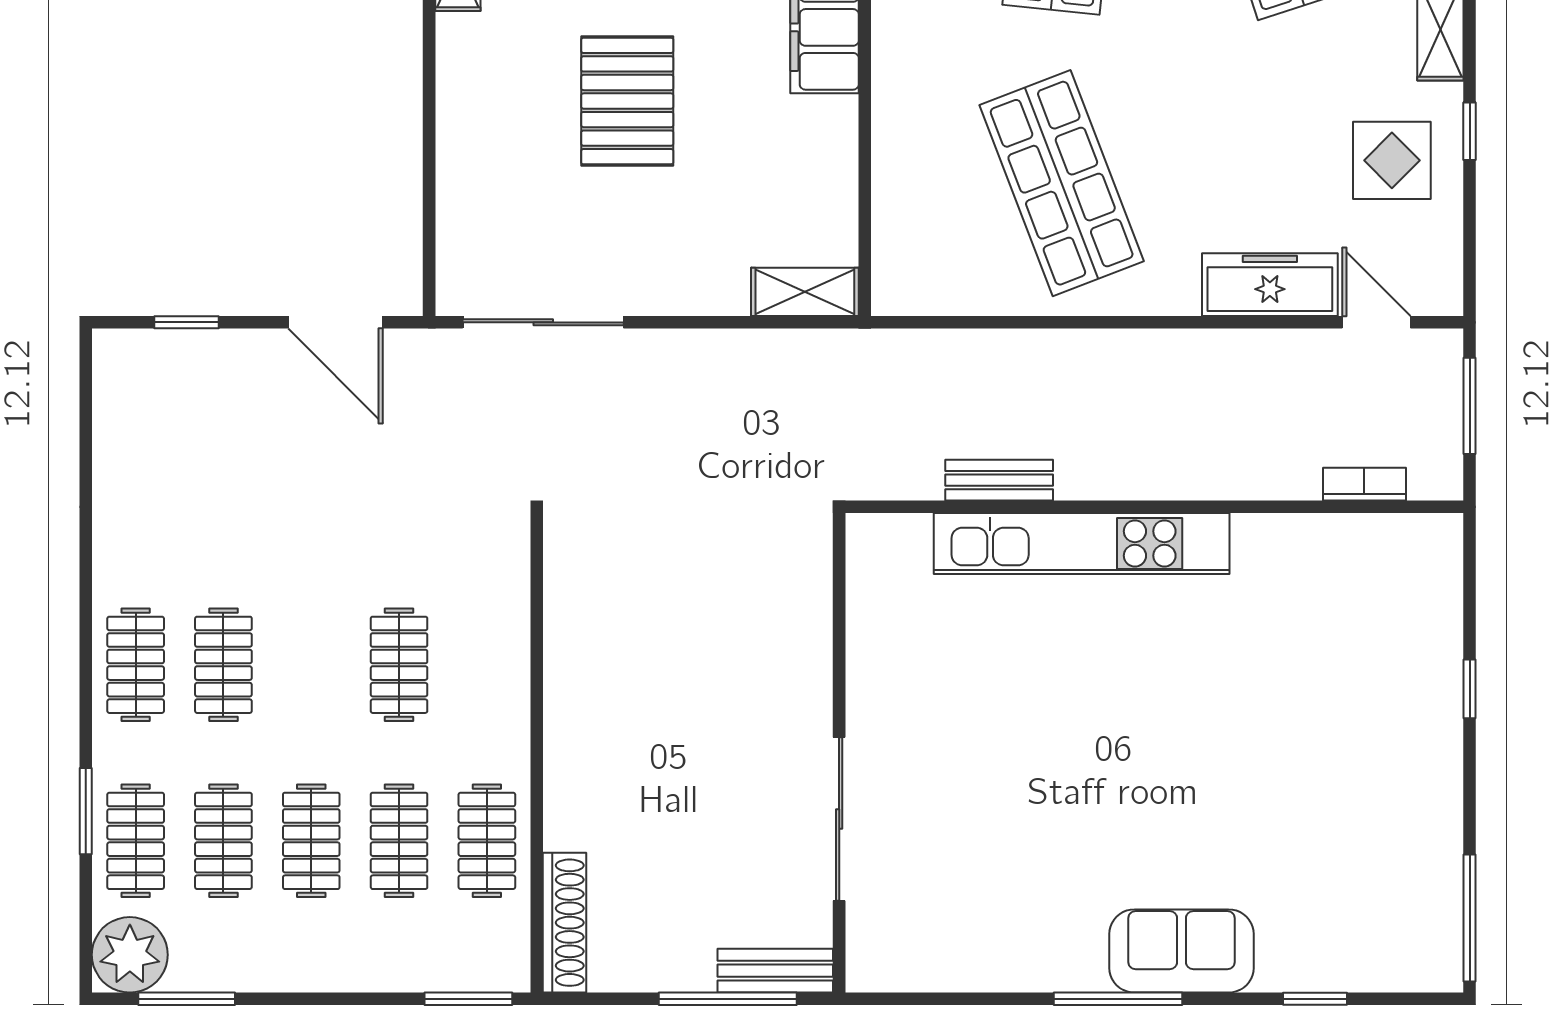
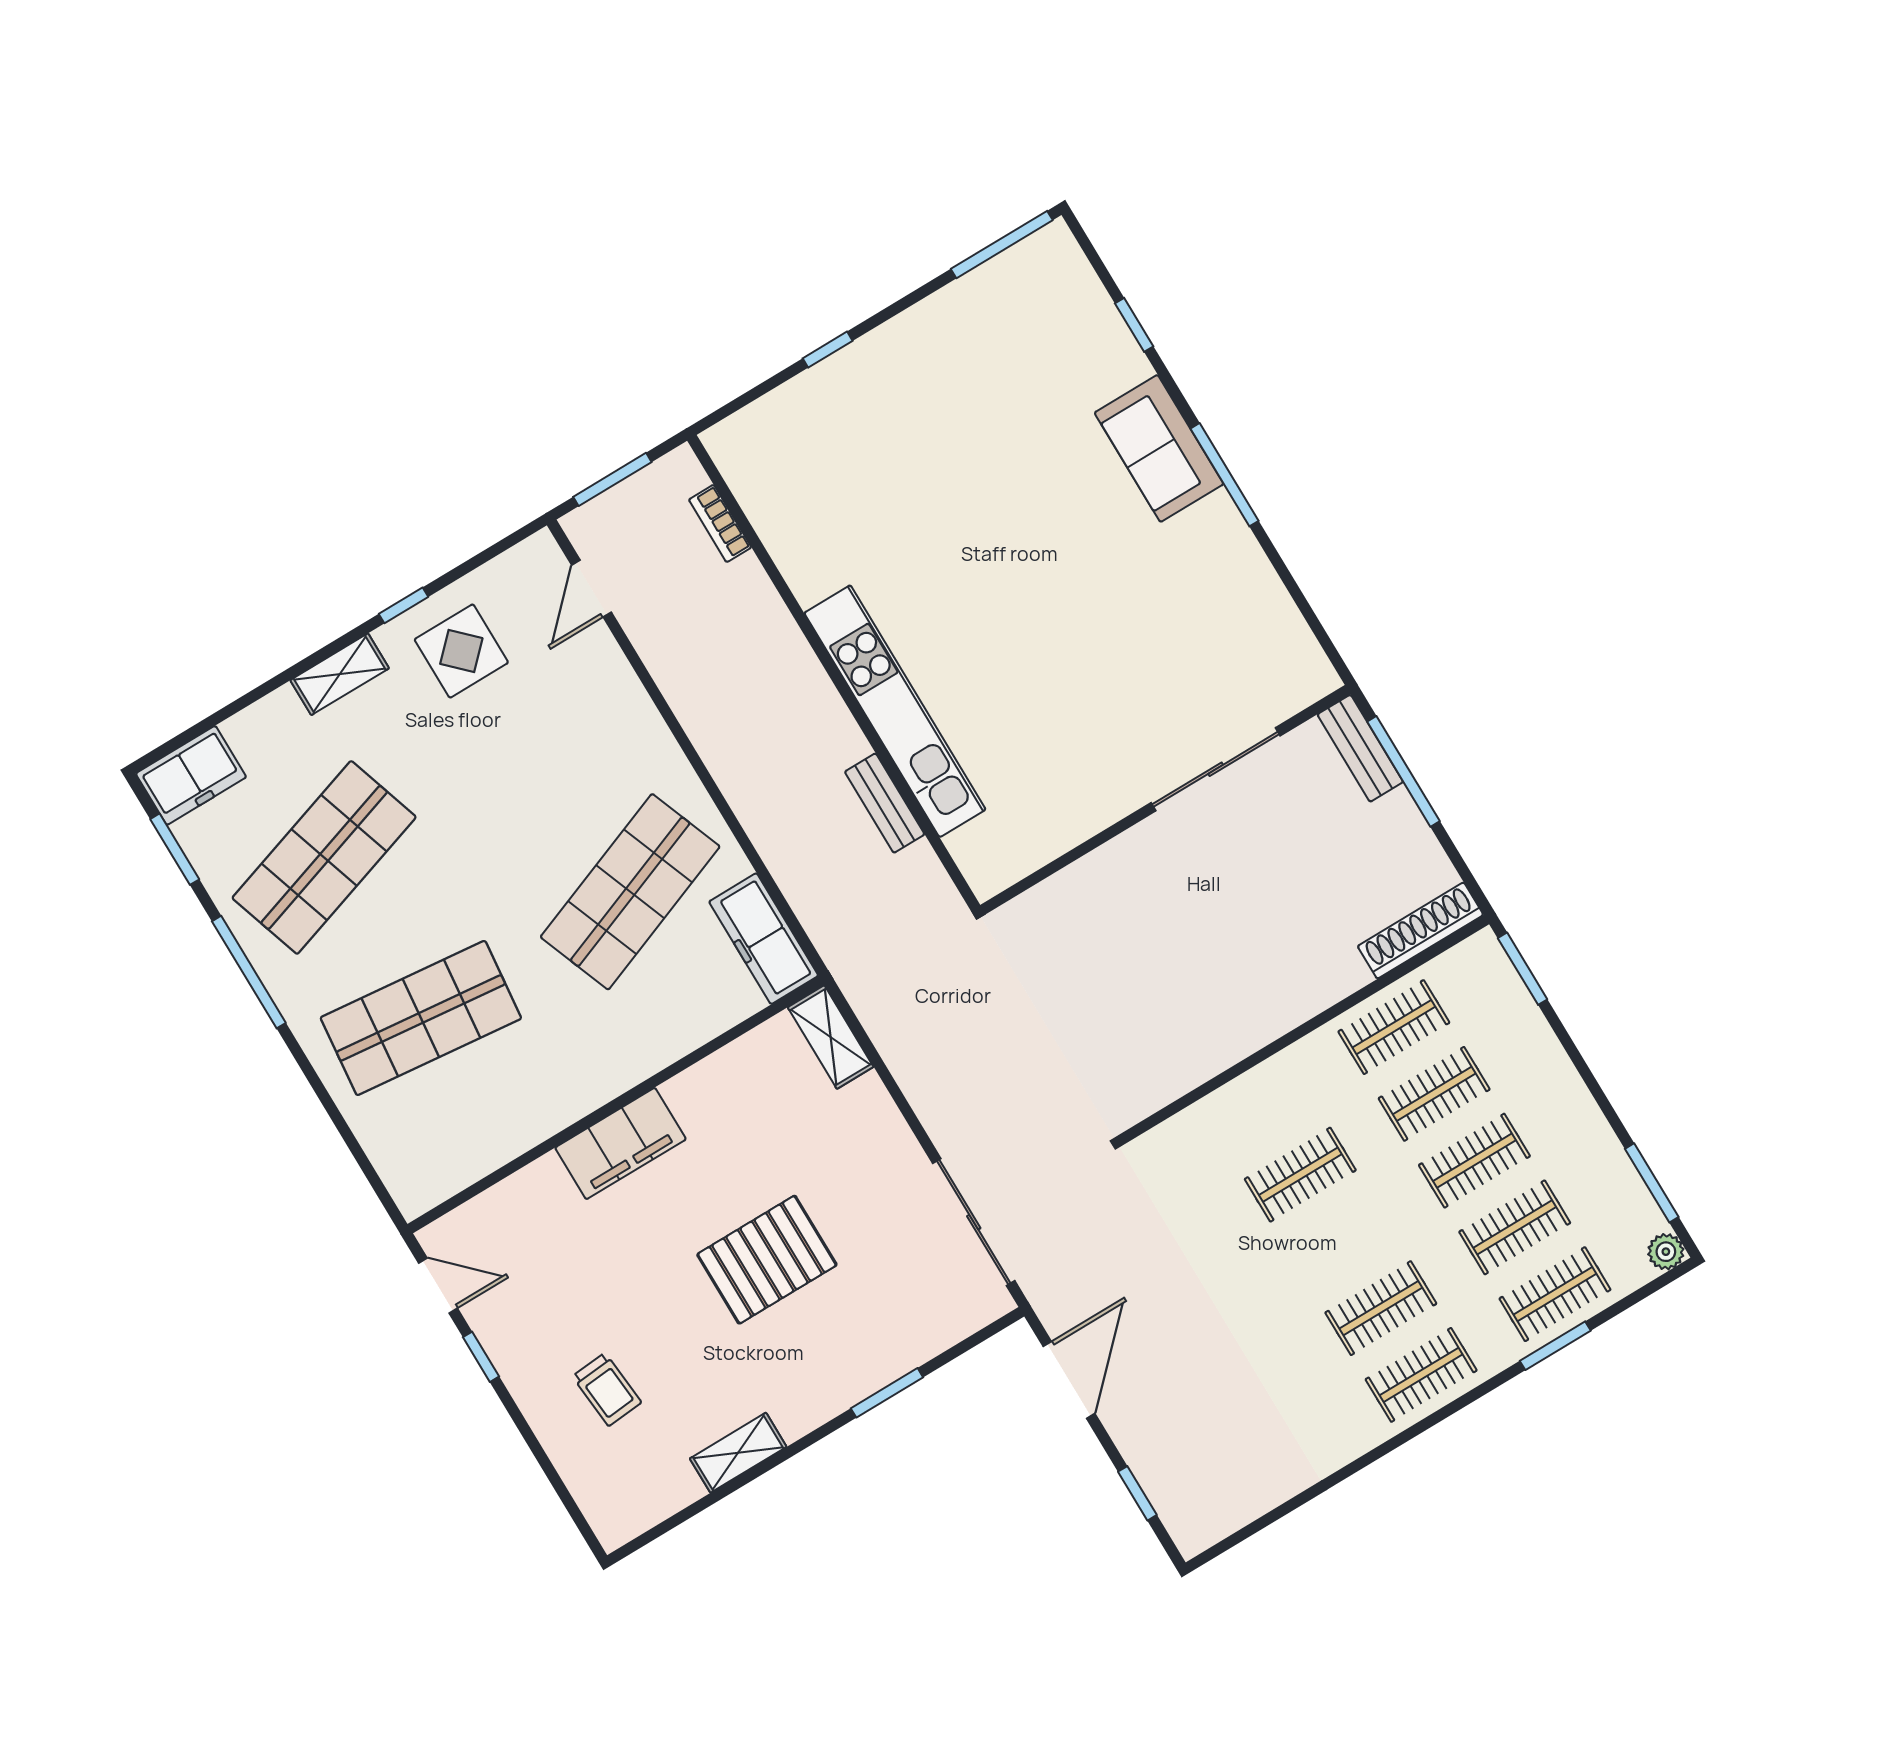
window: (429, 139) -> (887, 1393), added
freezer: (1270, 285) -> (764, 939), moved
plant: (130, 955) -> (1666, 1252), width x0.53, depth x0.53

